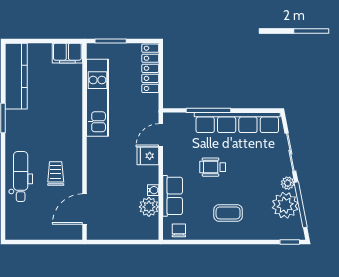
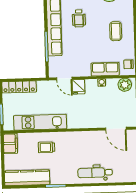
wheelchair: (213, 167) -> (79, 18), moved
trolley: (56, 174) -> (47, 147), moved
plant: (149, 207) -> (125, 85), moved

